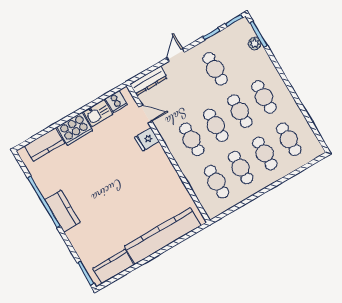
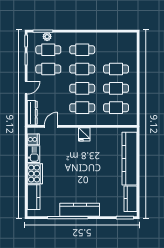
door: (176, 55) -> (26, 88), swing flipped
fridge: (147, 139) -> (84, 134), moved
cafe table: (289, 139) -> (48, 50), moved
kitchen counter: (62, 211) -> (80, 210), width x1.50

